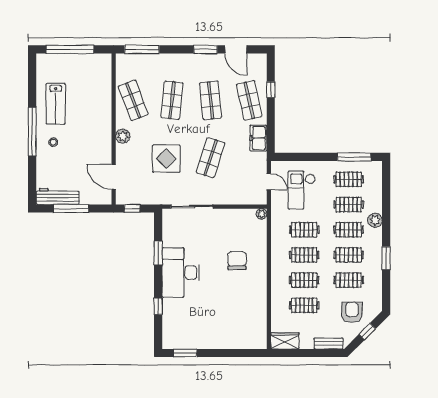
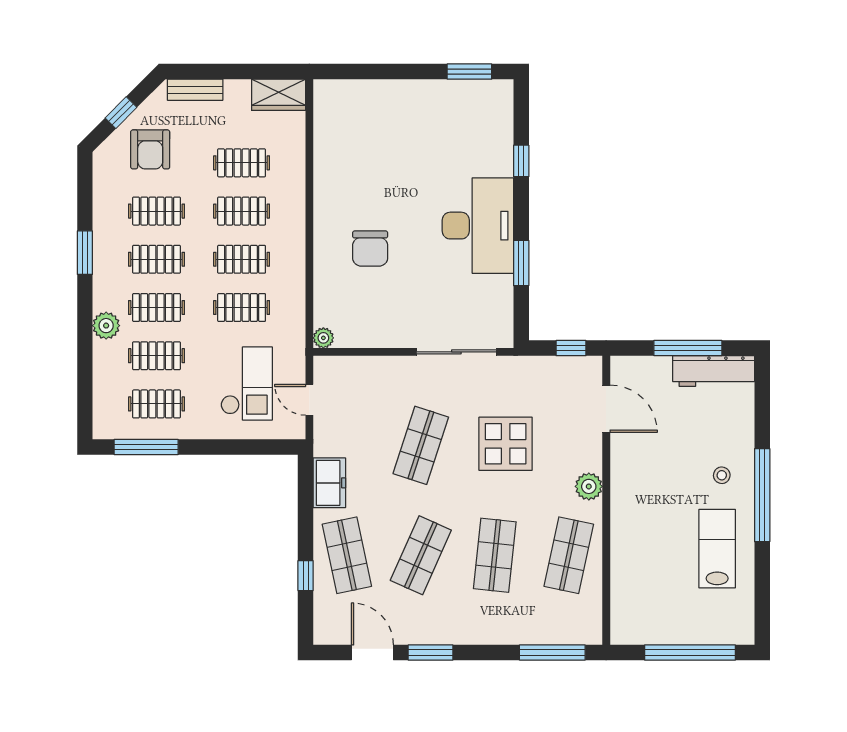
shop shelf: (133, 100) -> (569, 555), turned 33
shop shelf: (211, 100) -> (421, 555), turned 30

